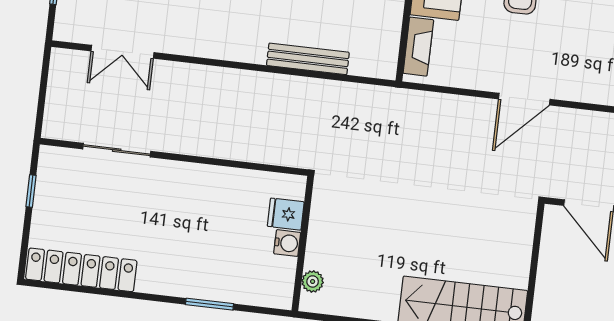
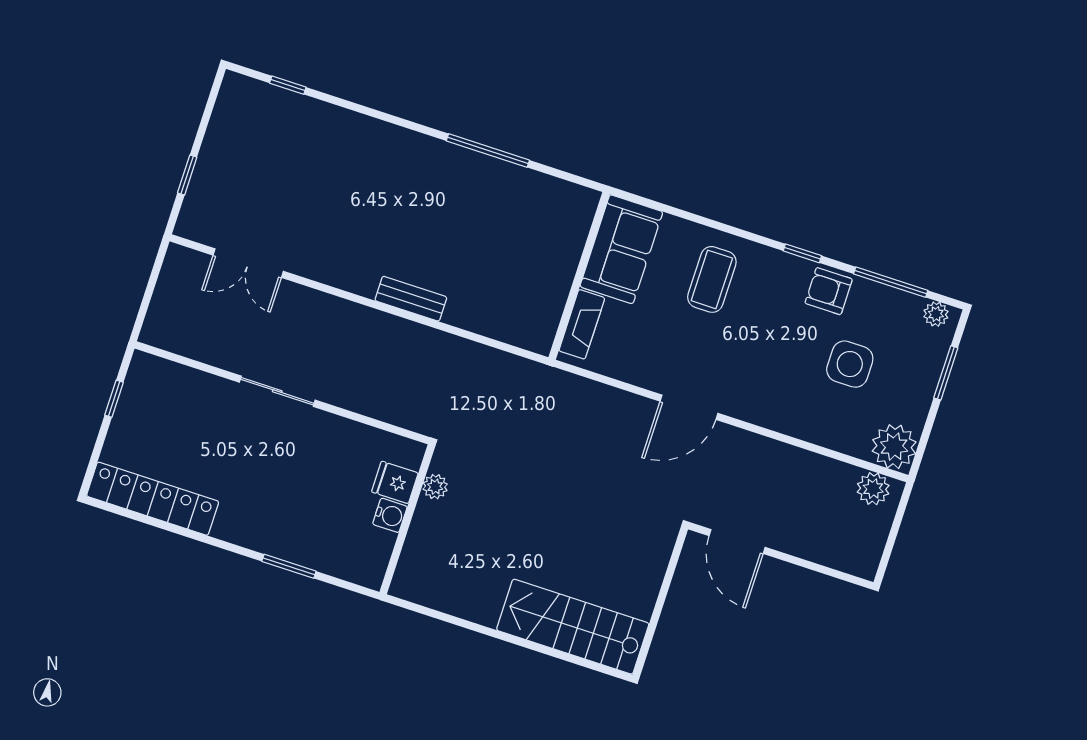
bench: (308, 59) -> (411, 299), moved, width x0.73
sliding door: (117, 150) -> (277, 391), moved
plant: (313, 281) -> (435, 487), moved

